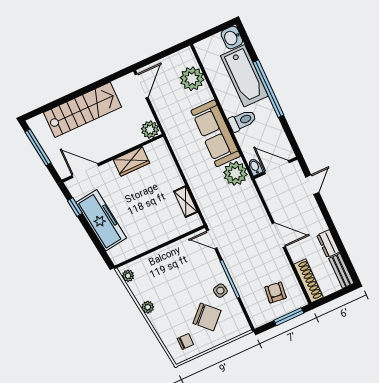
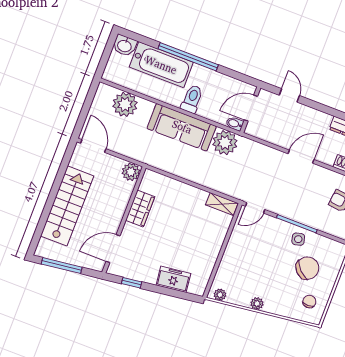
shelving: (186, 202) -> (222, 204), moved
freezer: (101, 220) -> (173, 279), width x0.52, depth x0.79

